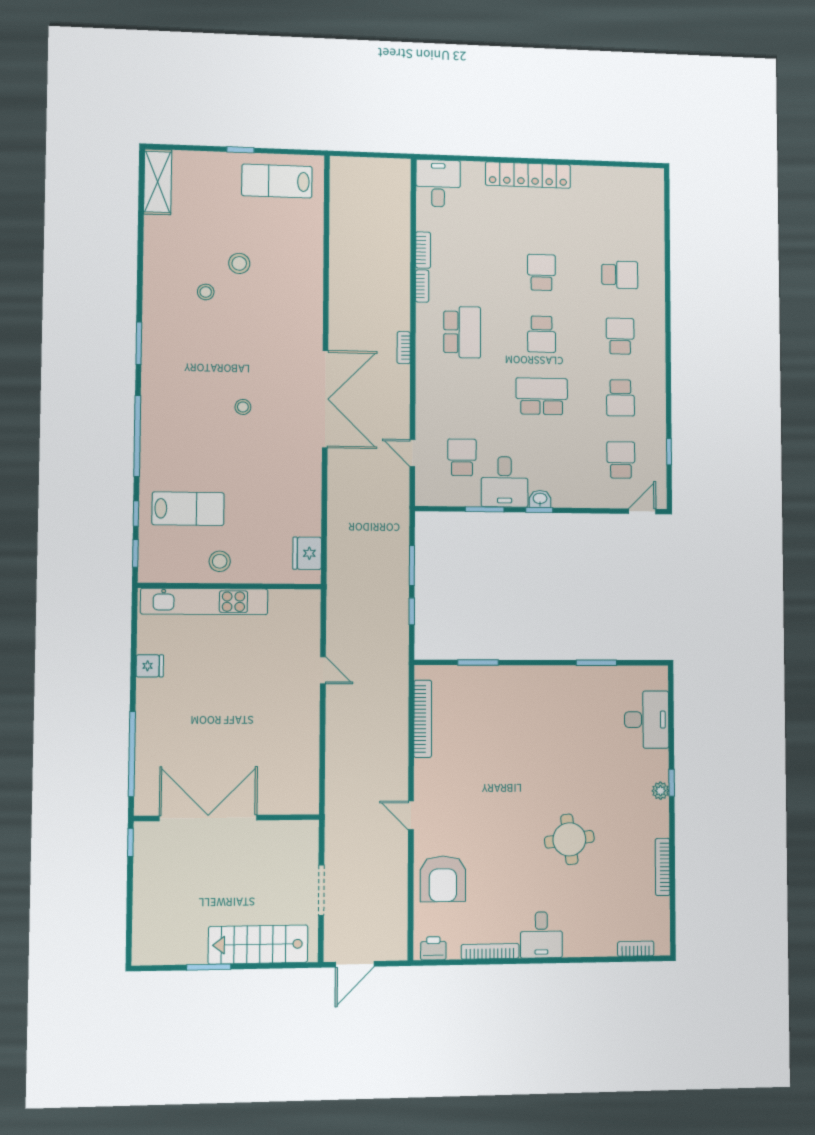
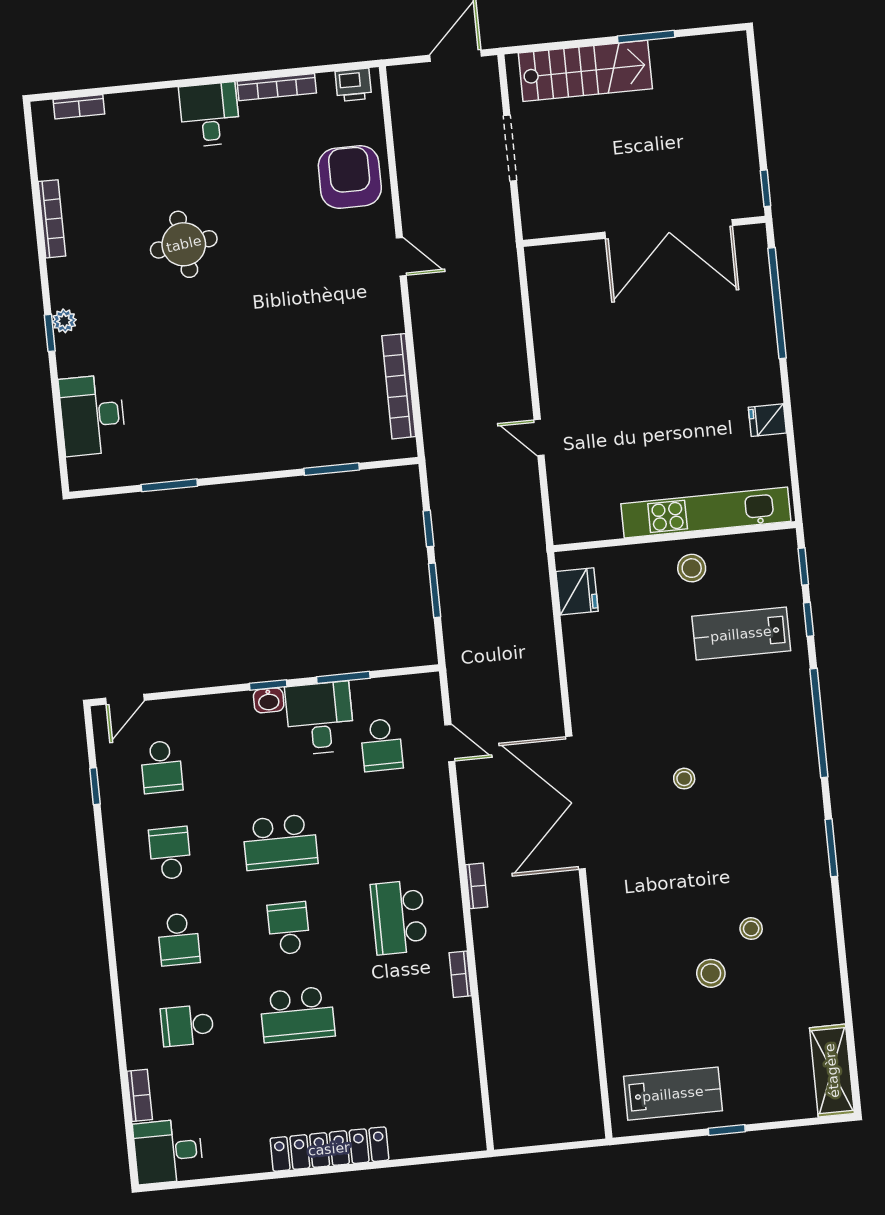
desk: (438, 183) -> (168, 1151), moved, turned 90
bookcase: (423, 250) -> (140, 1095), moved, turned 180
school desk: (541, 272) -> (297, 1014), width x1.85

